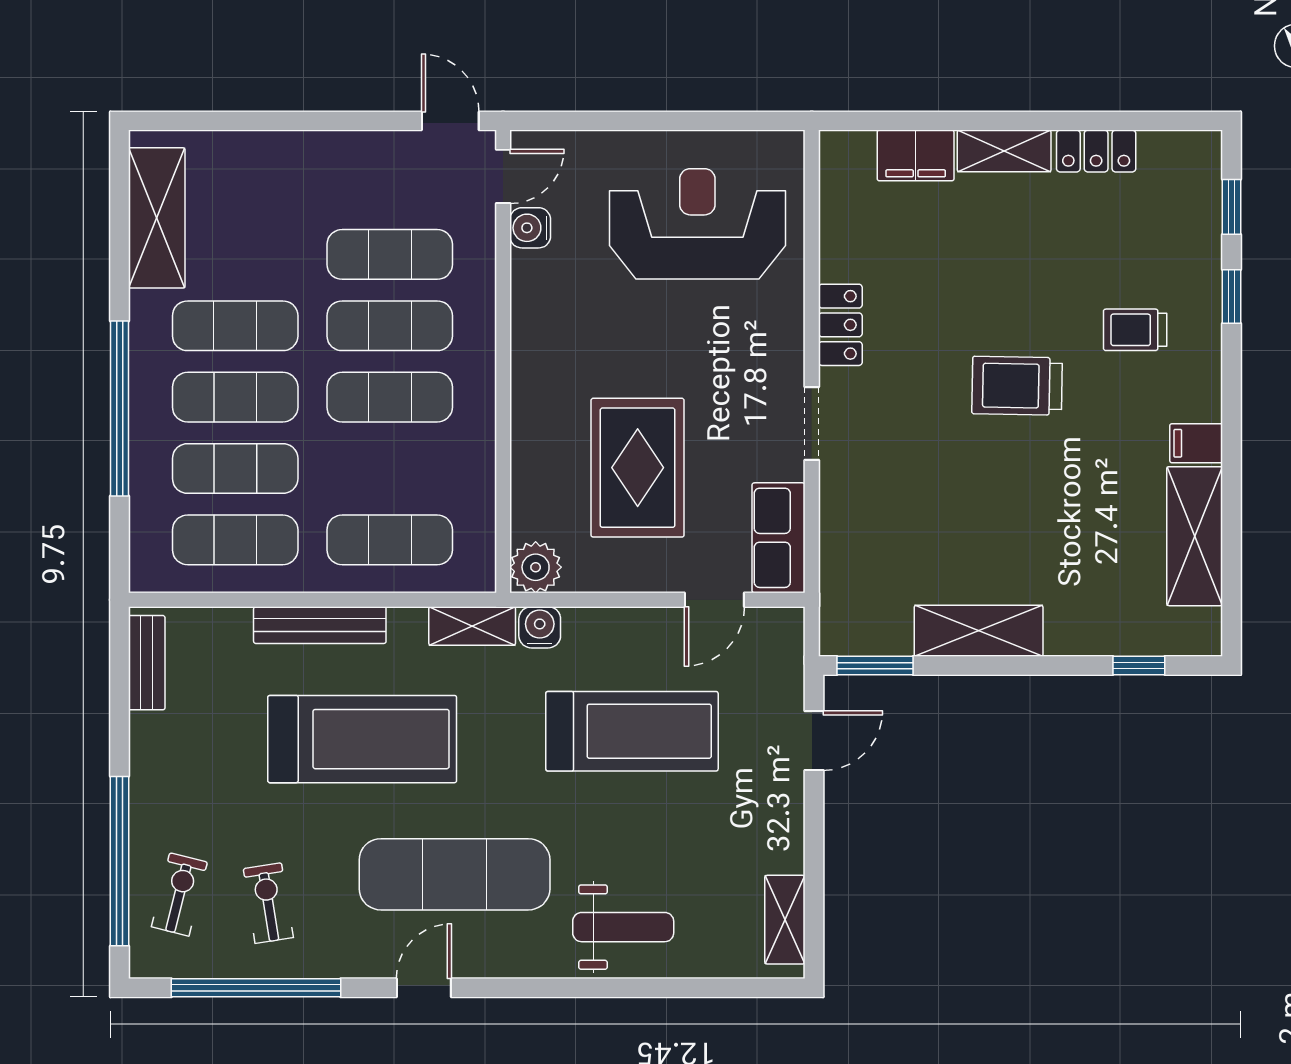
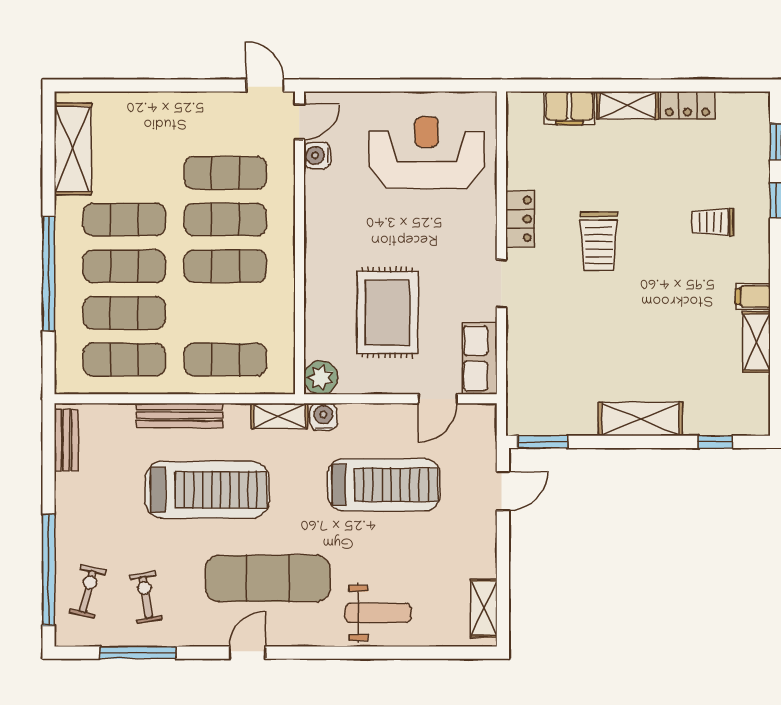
trolley: (1017, 386) -> (599, 241), moved, turned -91
shelving: (1195, 536) -> (756, 342), width x0.67, depth x0.75
shelving: (979, 631) -> (640, 419), moved
window: (256, 988) -> (138, 653), width x0.68

